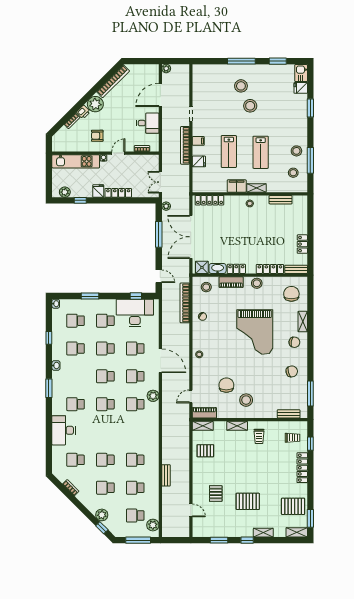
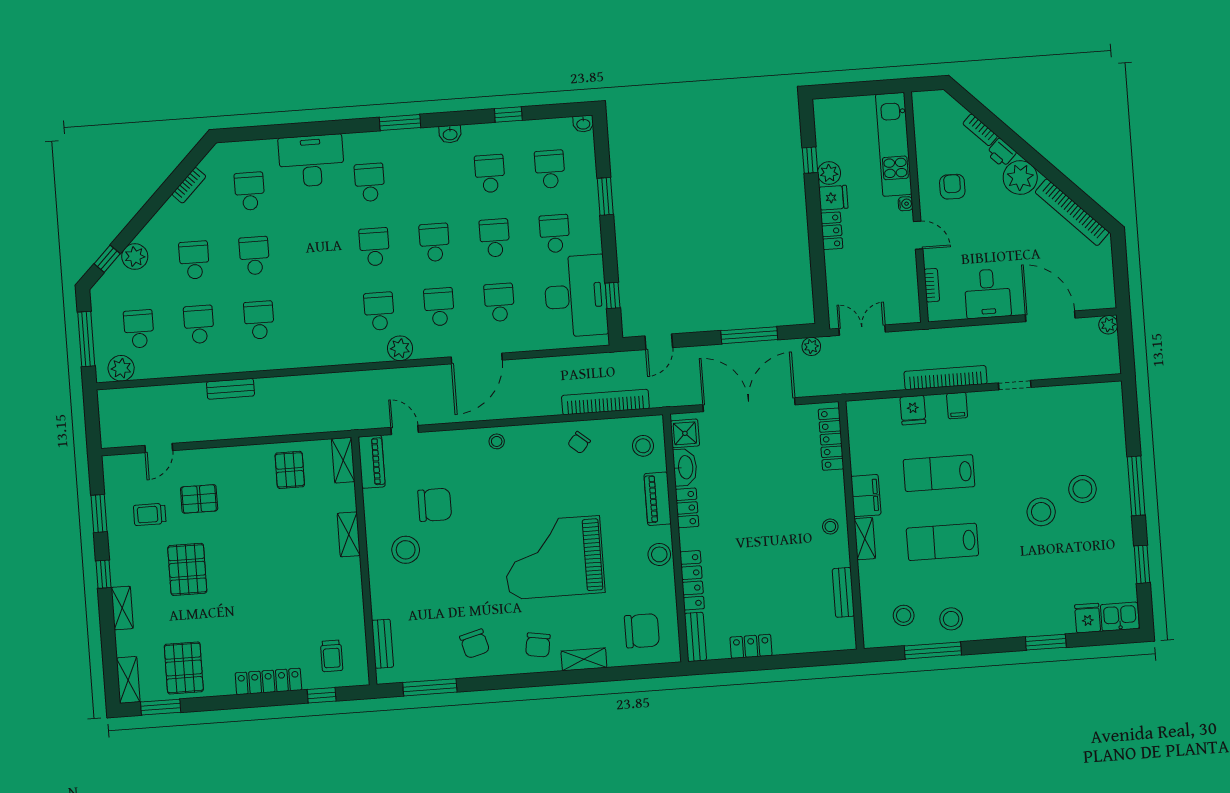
plant: (65, 192) -> (829, 173), moved
locker: (118, 193) -> (832, 231), width x0.66
trolley: (259, 436) -> (150, 514), moved

